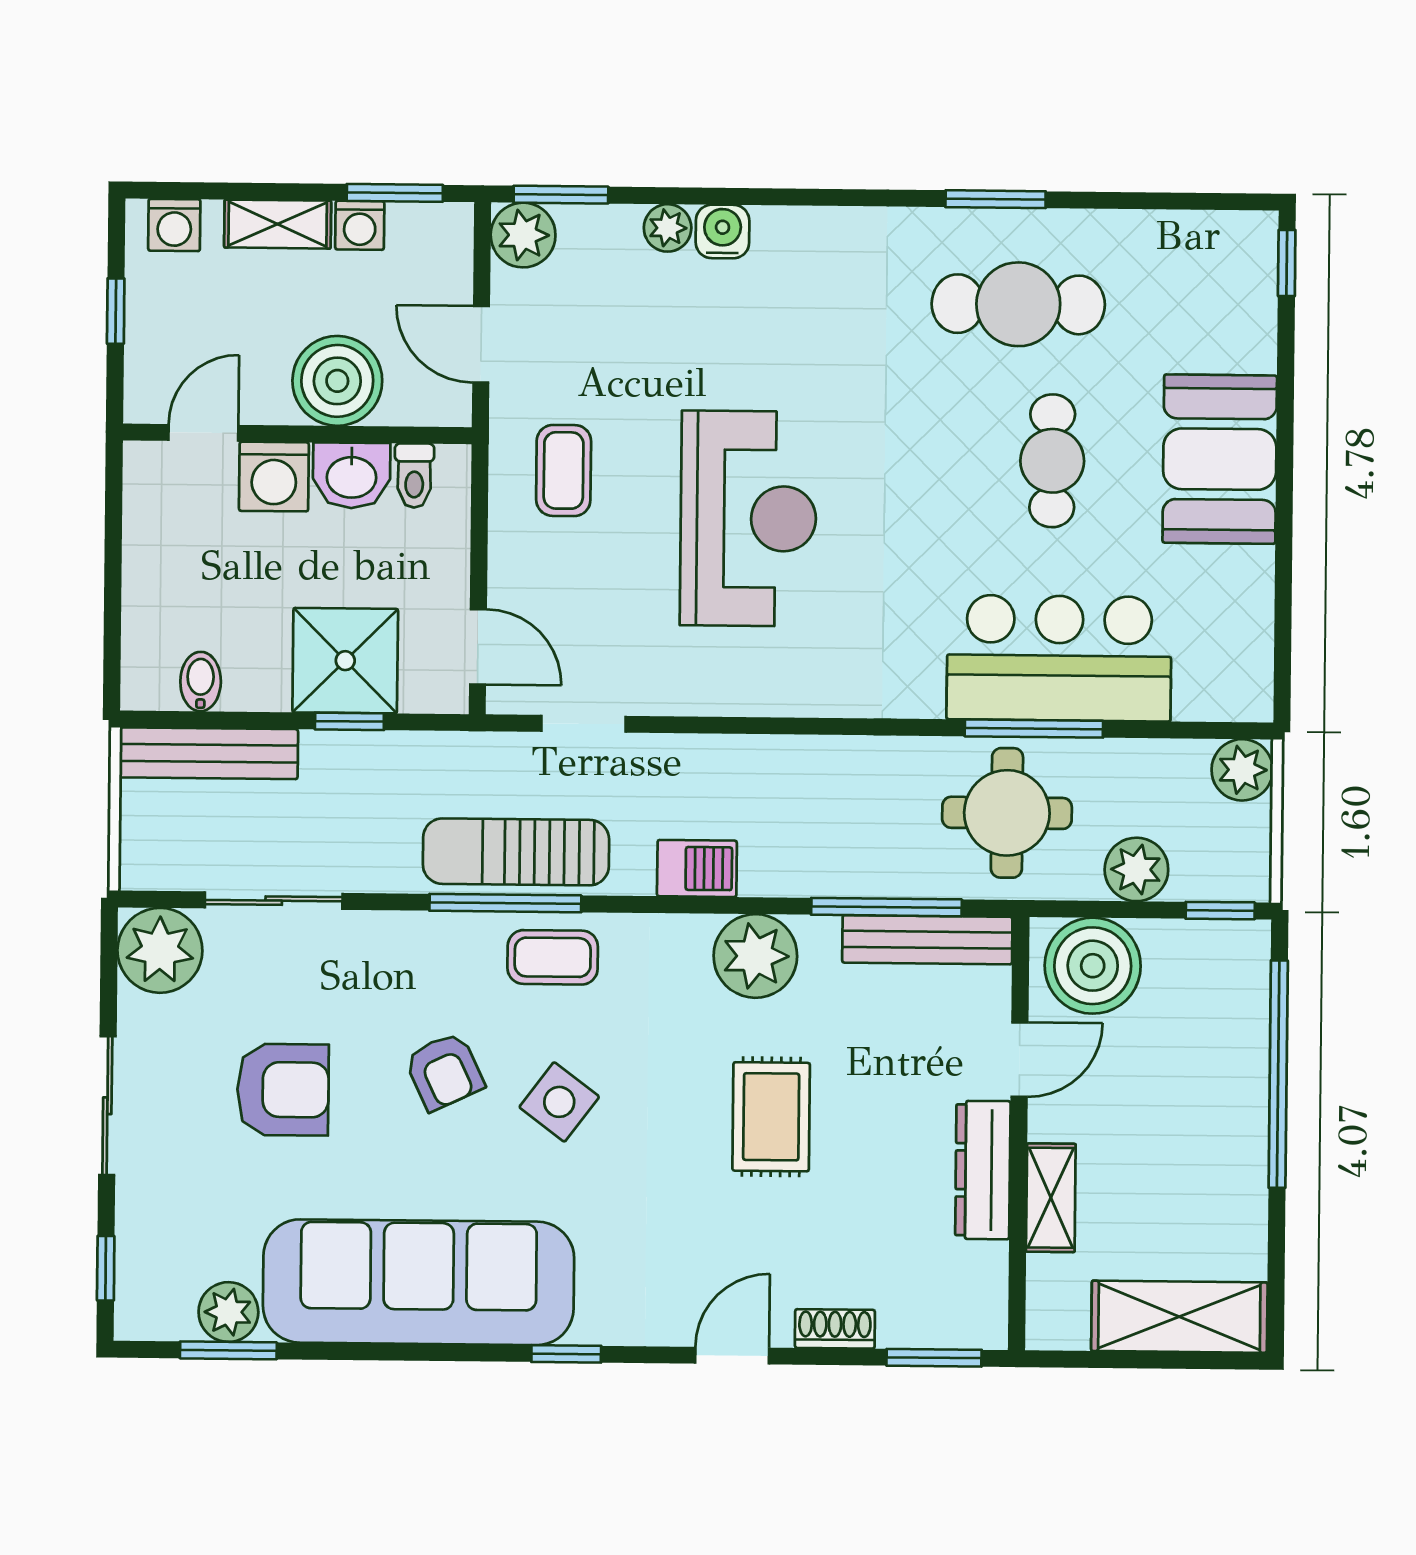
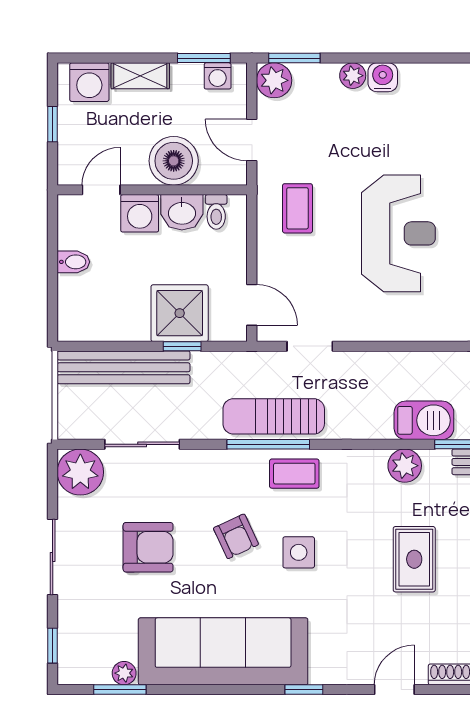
washing machine: (174, 225) -> (89, 82), width x1.38, depth x1.38
washing machine: (360, 225) -> (218, 76), moved
bidet: (201, 682) -> (73, 262), moved, turned 90
bench: (209, 753) -> (124, 367), width x1.37, depth x1.21
barbecue: (697, 868) -> (424, 420), moved, width x1.38, depth x1.27
plant: (755, 956) -> (405, 466), width x0.73, depth x0.73
side table: (559, 1102) -> (299, 552), turned -37
plant: (228, 1312) -> (124, 673), width x0.73, depth x0.73

